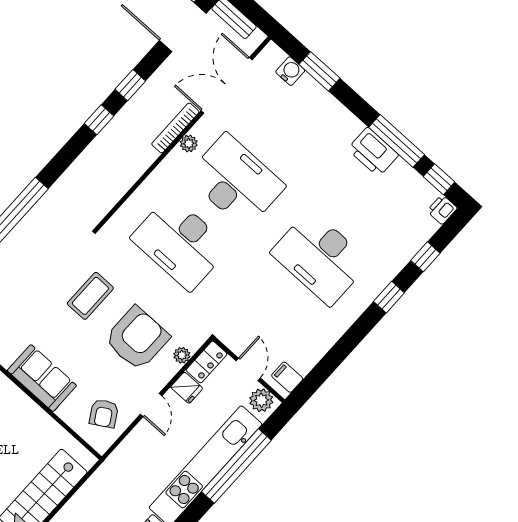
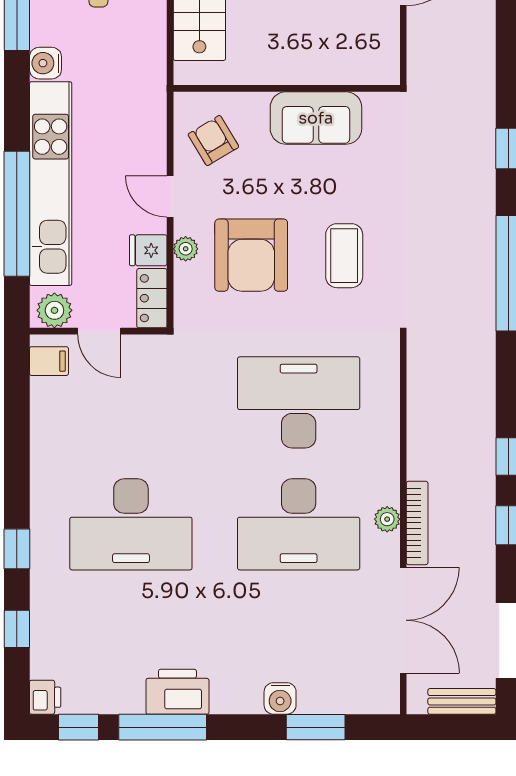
water cooler: (290, 71) -> (280, 698), moved
desk: (320, 258) -> (131, 524), turned 180
plant: (182, 355) -> (186, 249), moved

